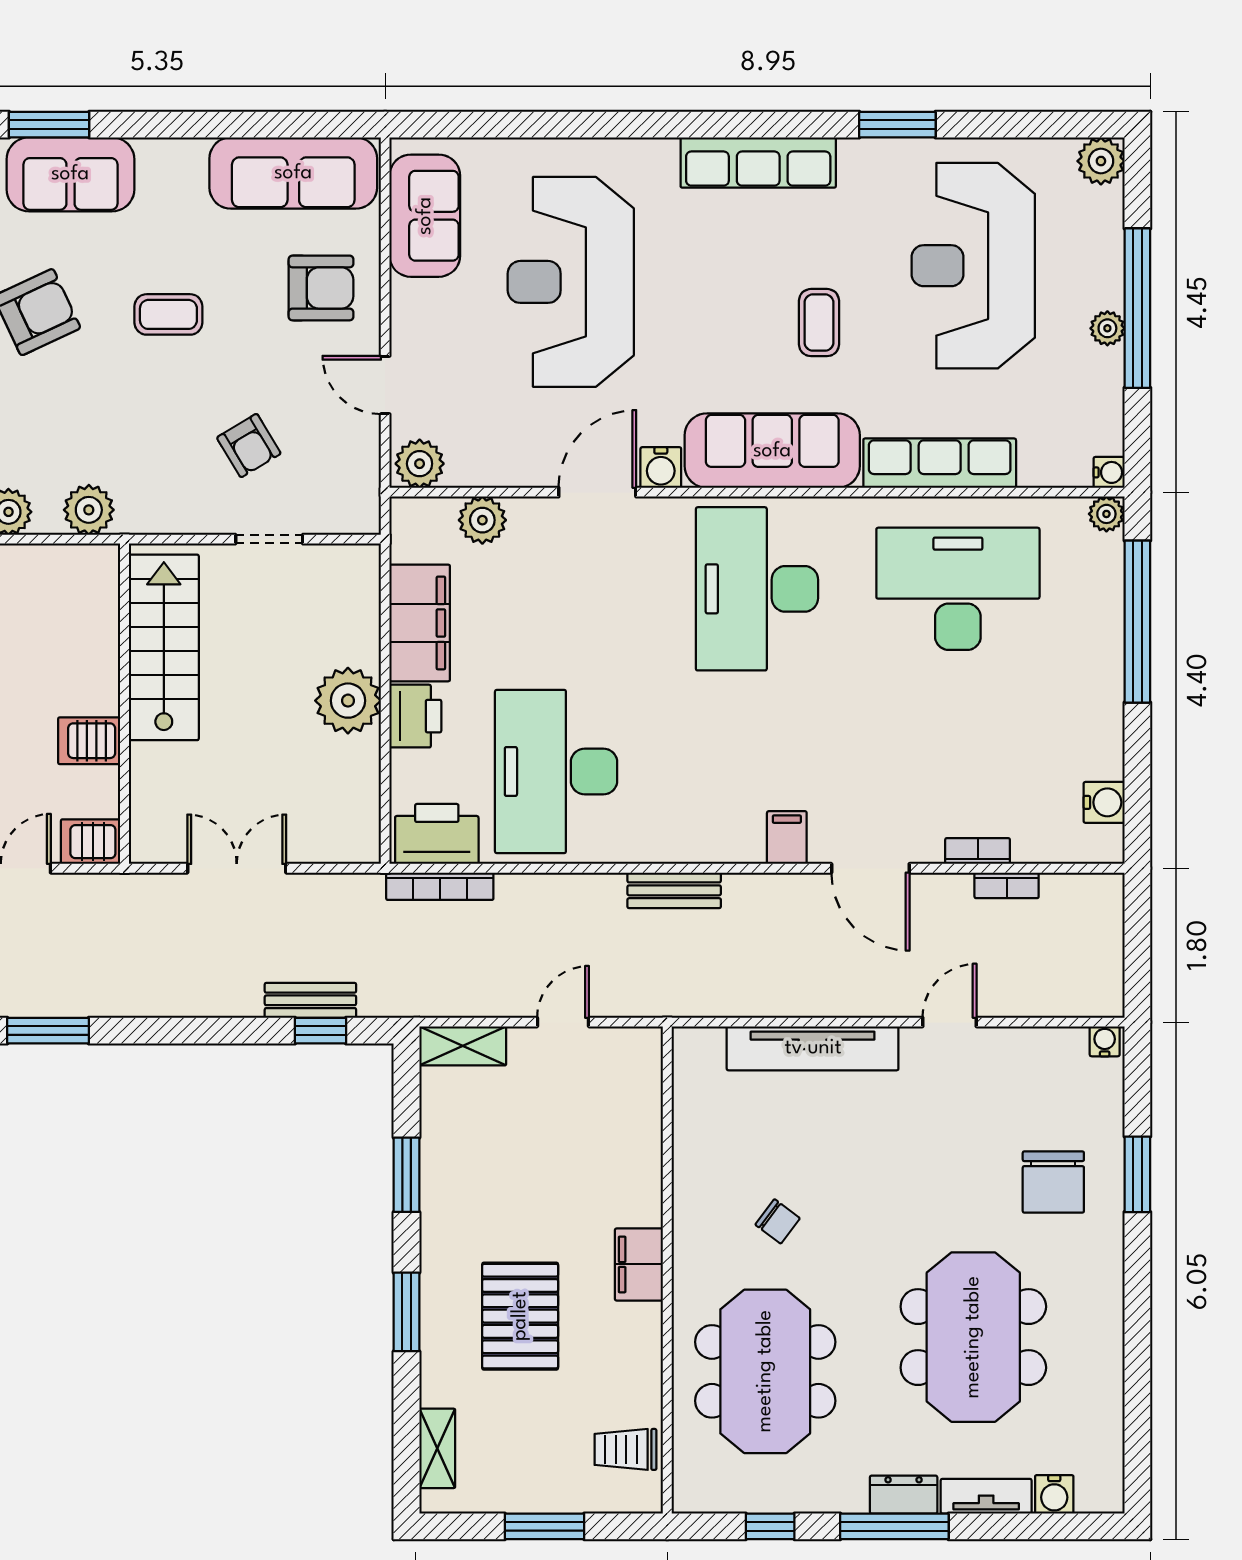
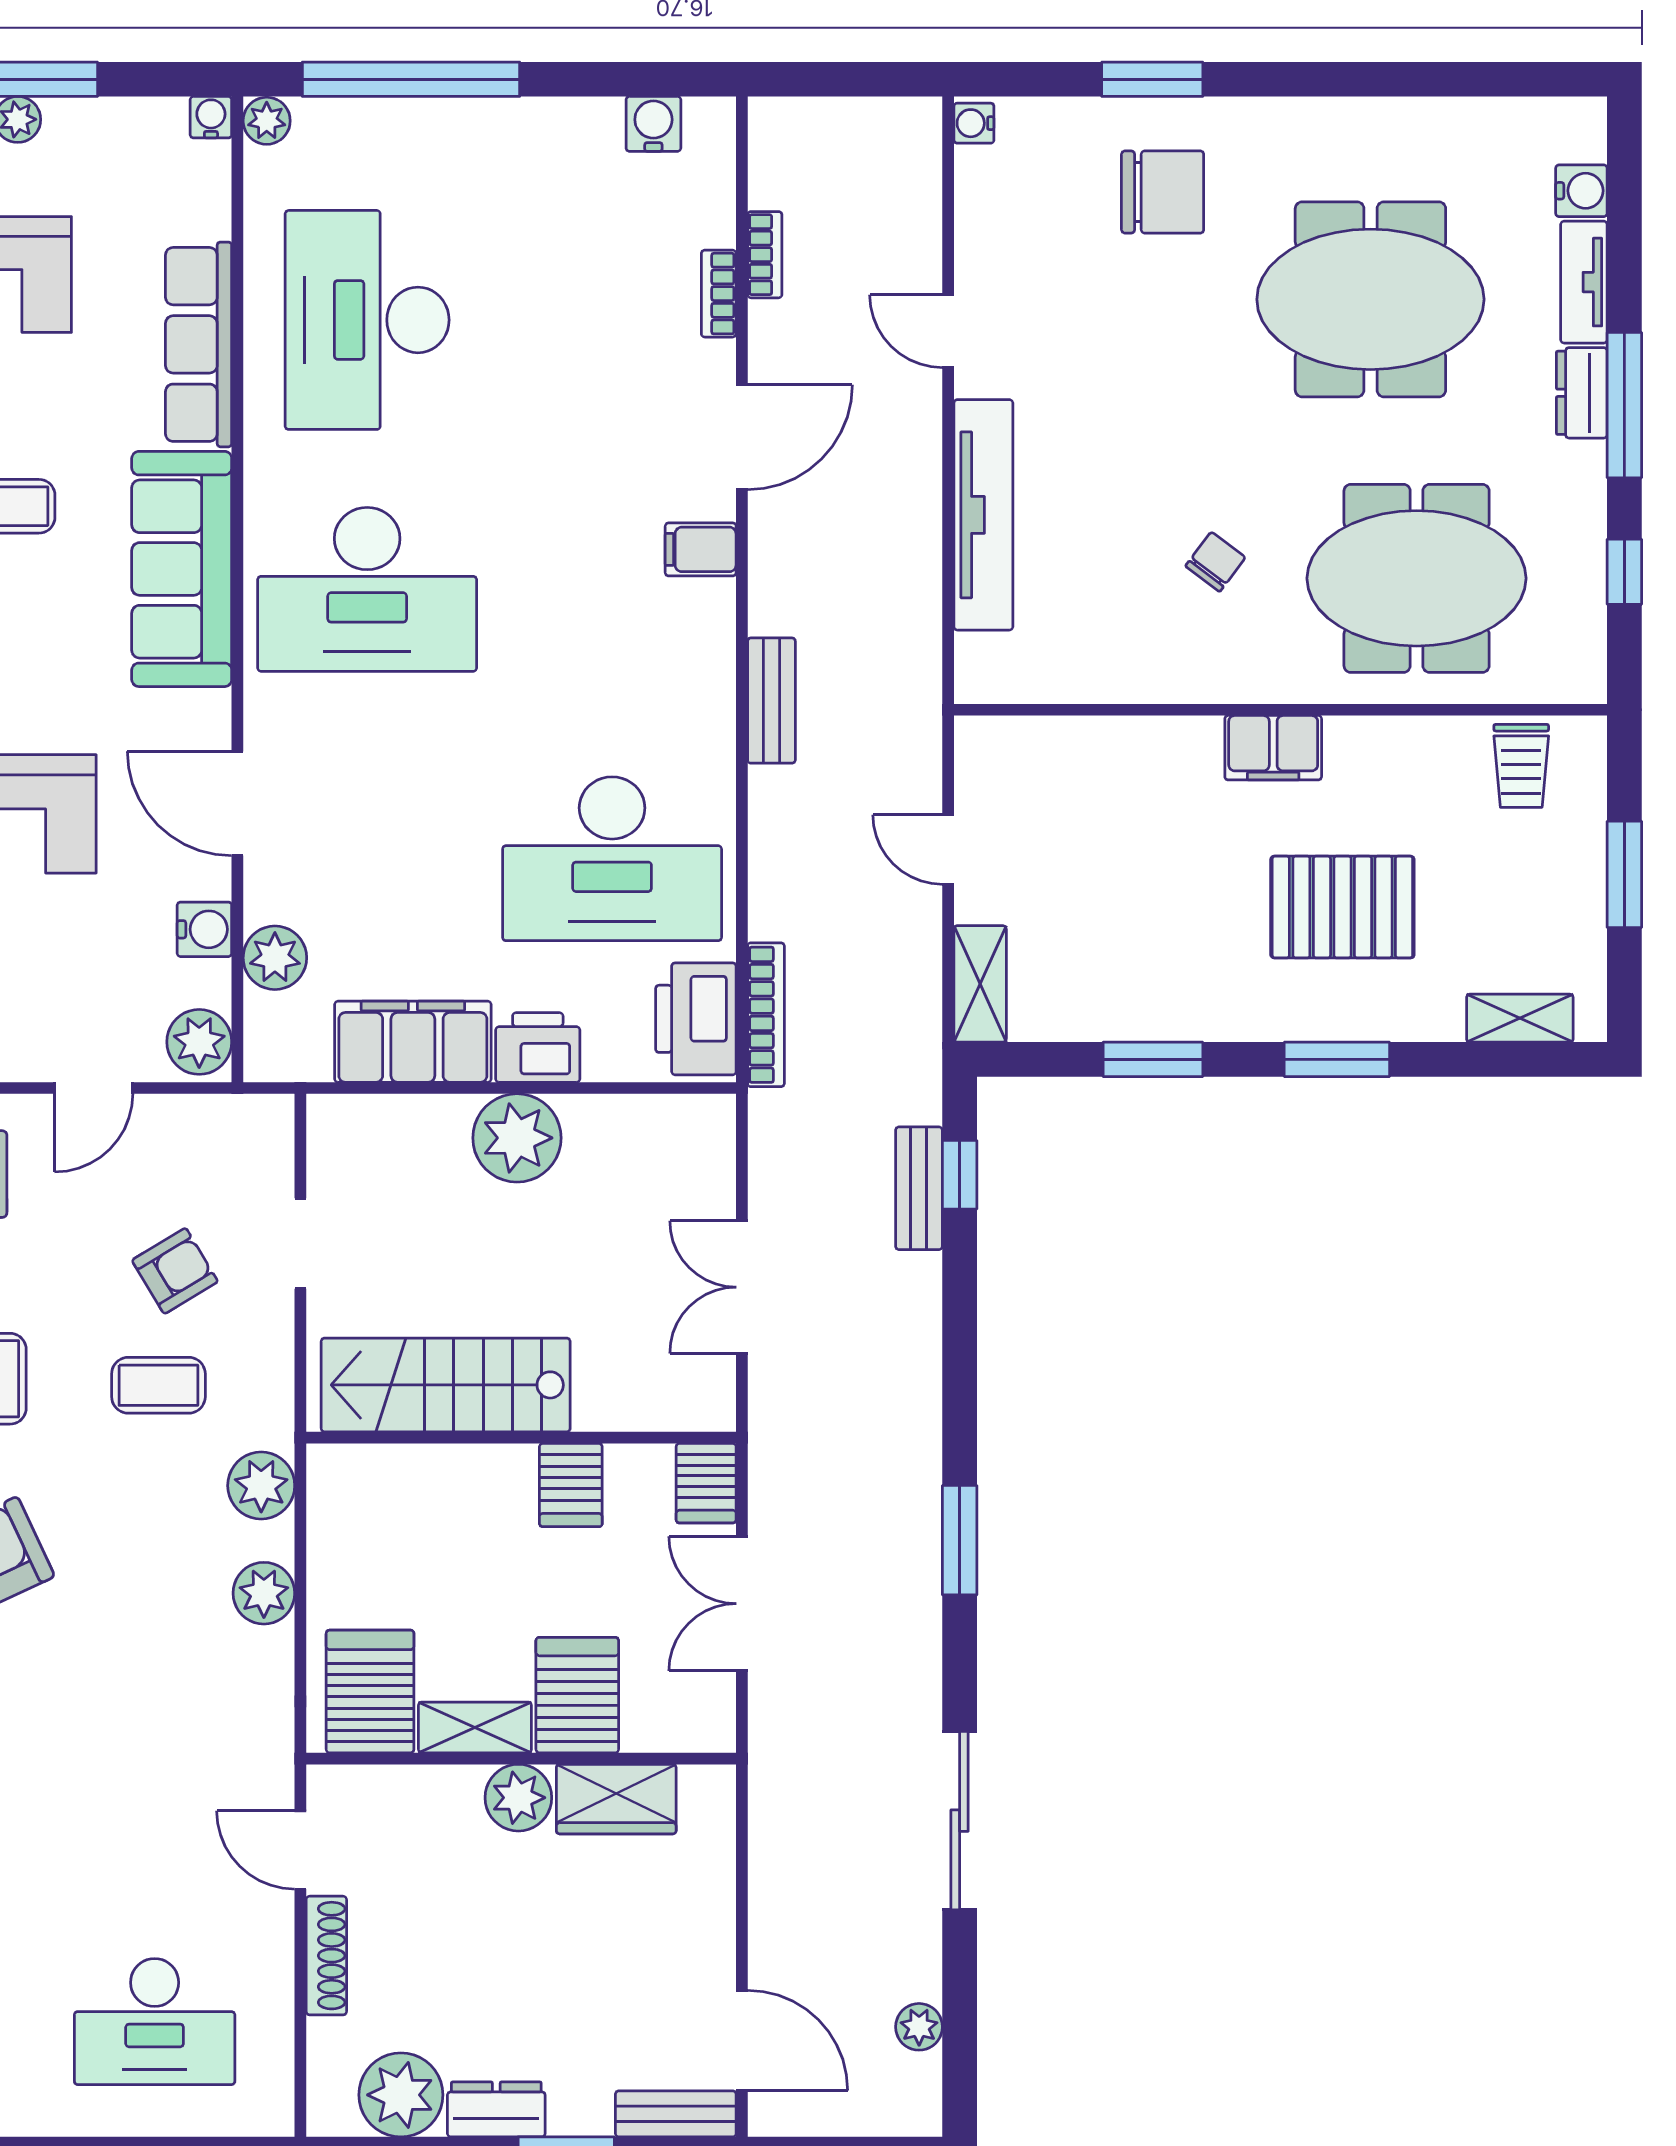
coffee table: (164, 433) -> (158, 1385), added
water cooler: (661, 468) -> (204, 929), moved

